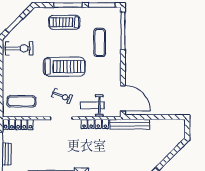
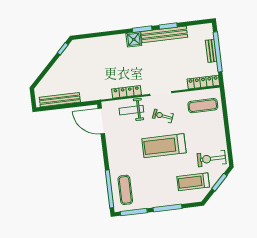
treadmill: (64, 22) -> (193, 182), moved, turned 180
exercise mat: (100, 42) -> (125, 190), moved
weight bench: (92, 105) -> (131, 110), turned 180
bench: (130, 124) -> (60, 100), moved

